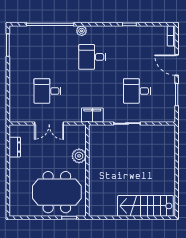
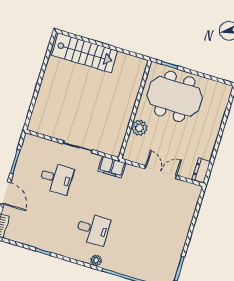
desk: (48, 91) -> (152, 207), removed
dresser: (15, 147) -> (201, 170), moved

